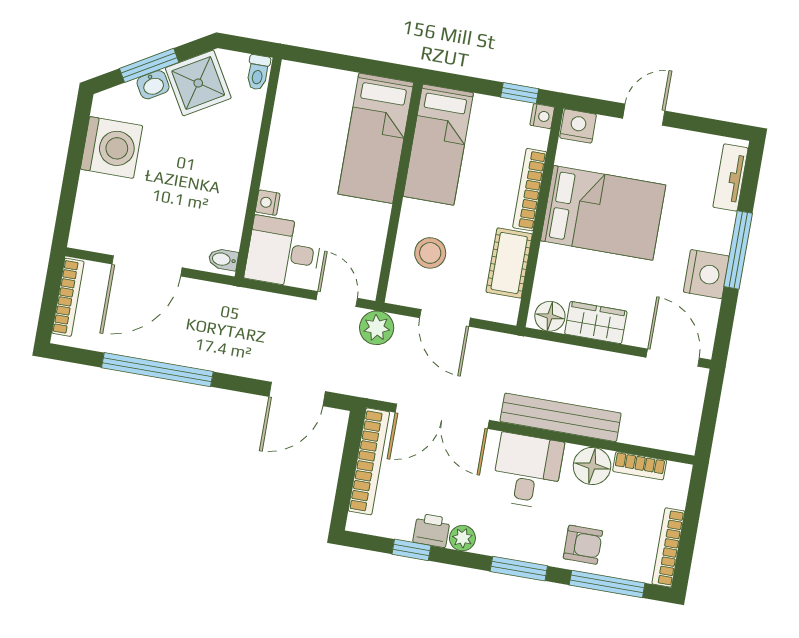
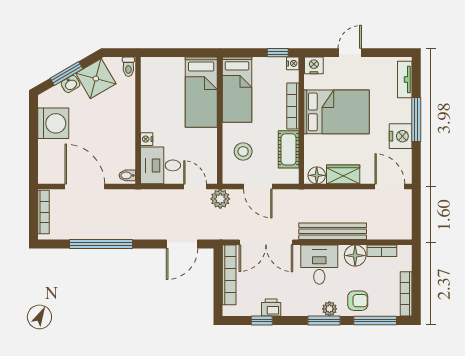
door: (147, 266) -> (85, 187), swing flipped
plant: (462, 538) -> (329, 309), moved

